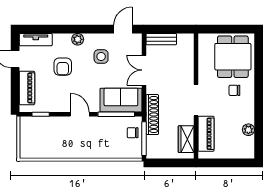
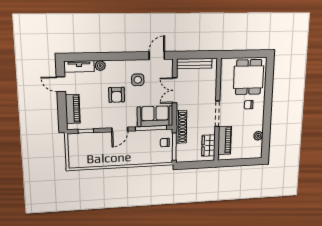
plant: (78, 39) -> (100, 66), moved
bench: (161, 39) -> (194, 64), width x1.36
armchair: (63, 67) -> (117, 95), moved
door: (80, 114) -> (120, 129), swing flipped

